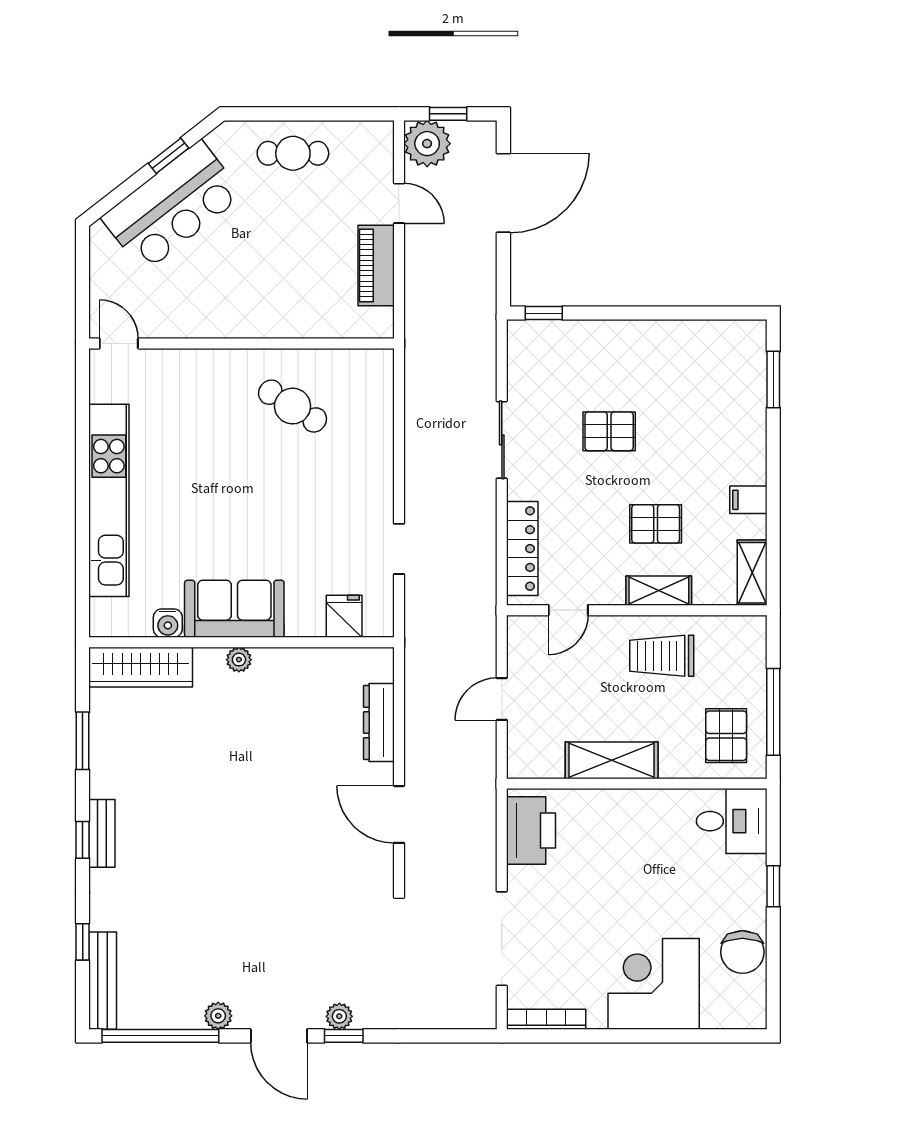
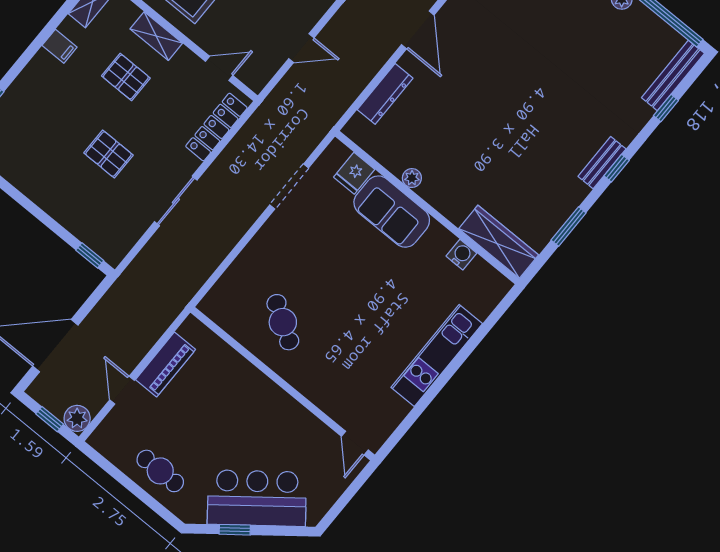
plant: (427, 144) -> (77, 418), width x0.73, depth x0.73
kitchen unit: (109, 500) -> (437, 355), width x0.73
doorway: (399, 549) -> (289, 186), width x1.38
sofa: (234, 609) -> (392, 212), moved
plant: (239, 660) -> (412, 178), moved

